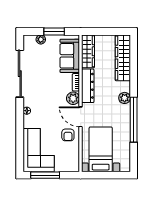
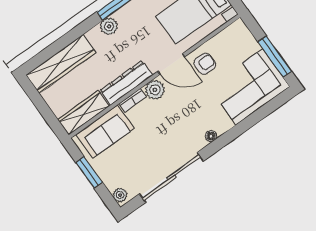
plant: (41, 39) -> (120, 195), moved
door: (81, 117) -> (171, 64), hinge flipped

